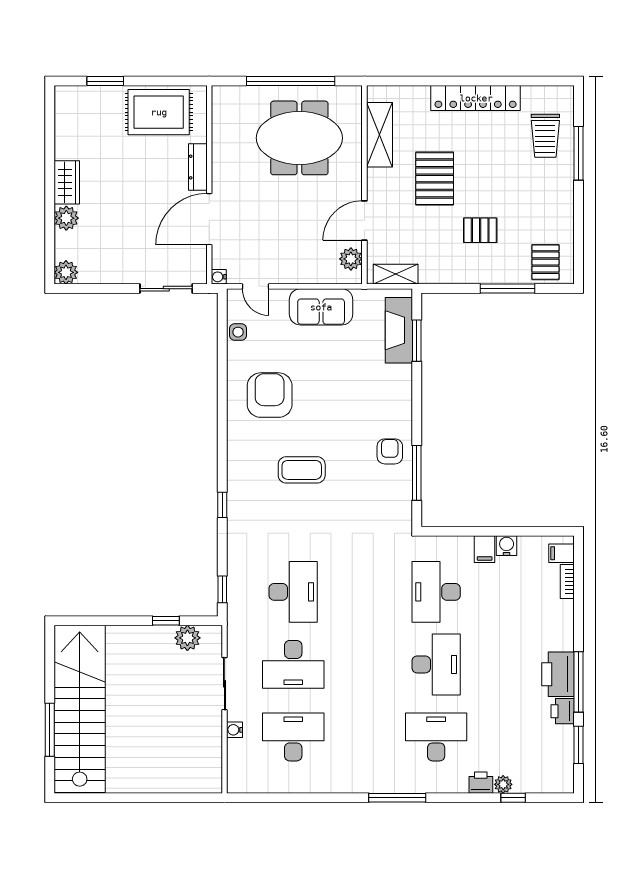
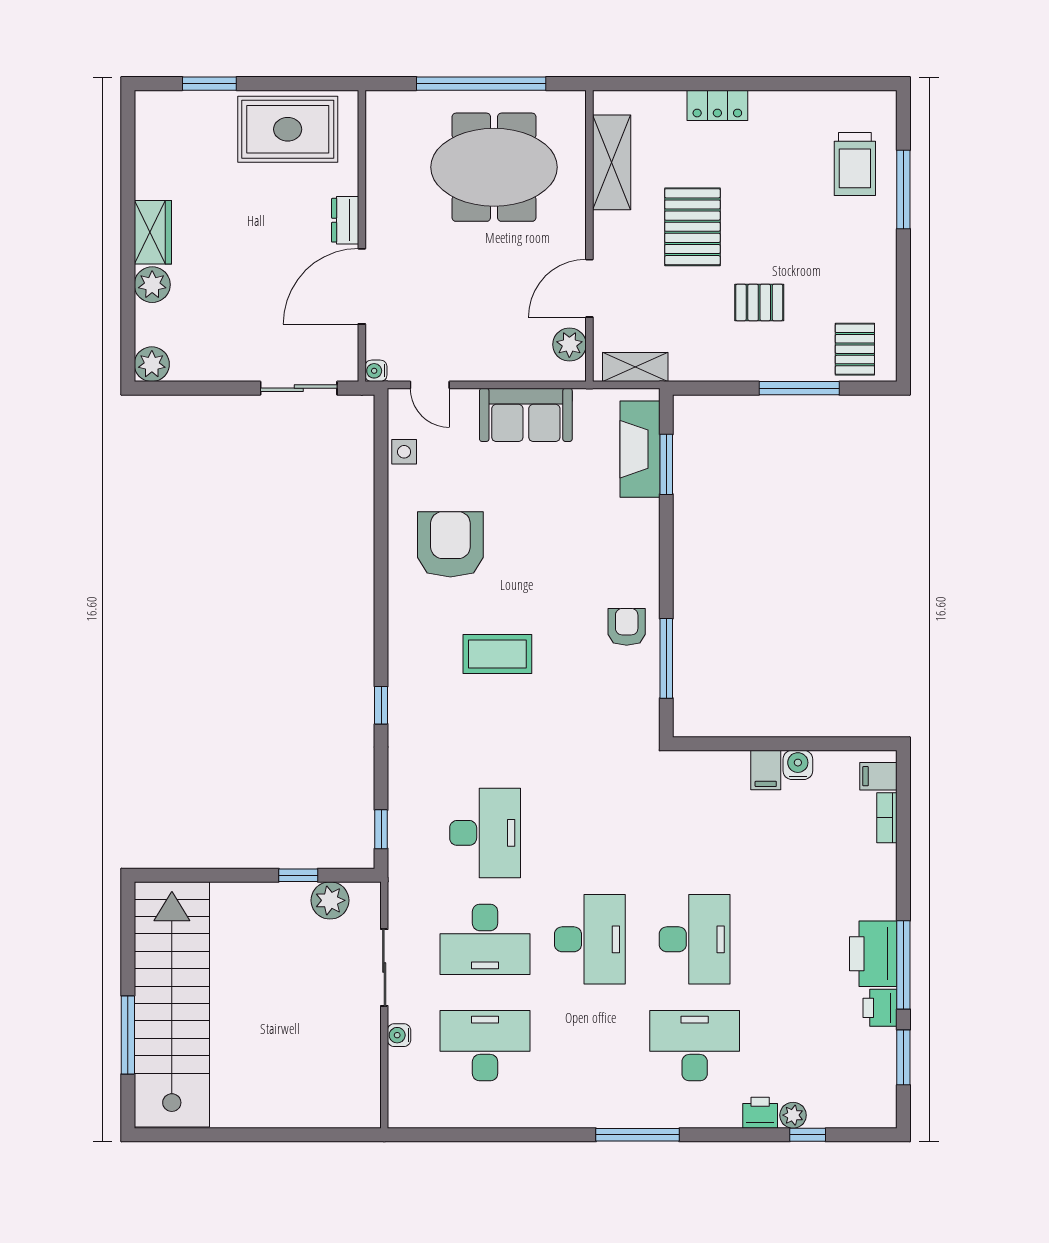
locker: (476, 98) -> (717, 105), width x0.46, depth x0.83
dresser: (198, 167) -> (345, 220), width x0.70
desk: (436, 592) -> (590, 939), moved, turned 180

